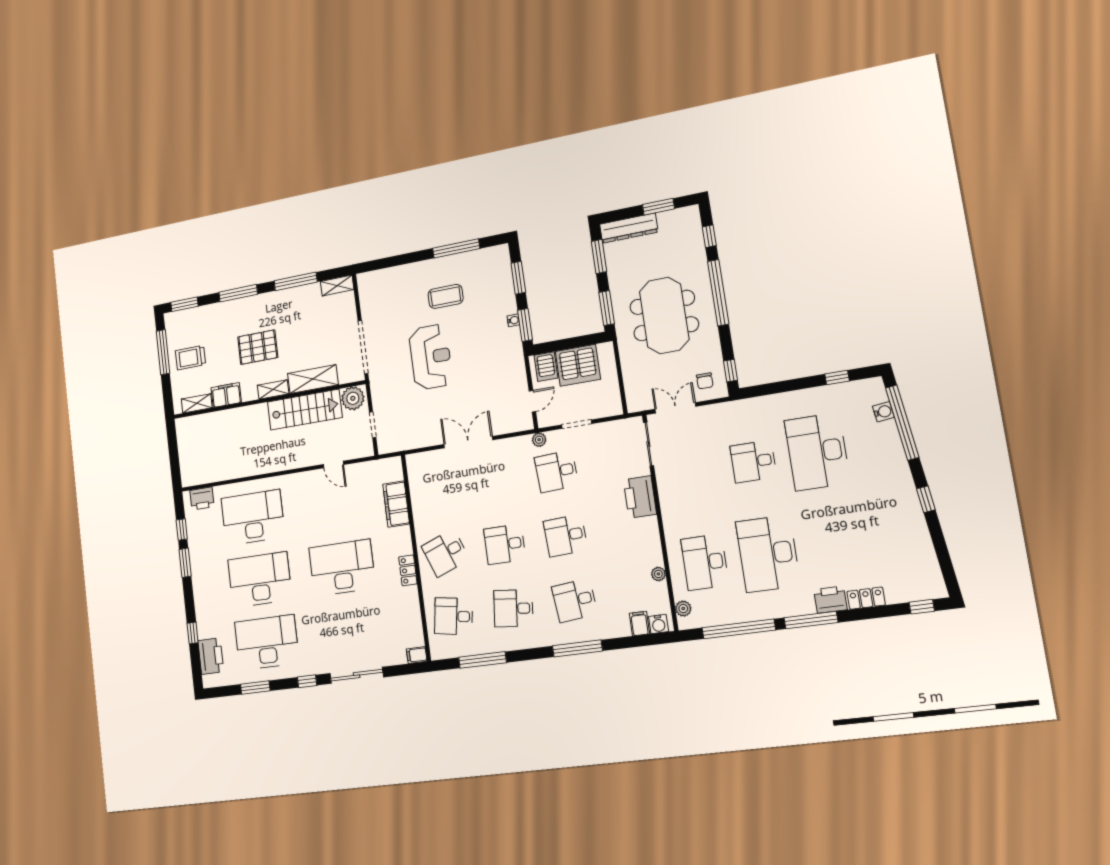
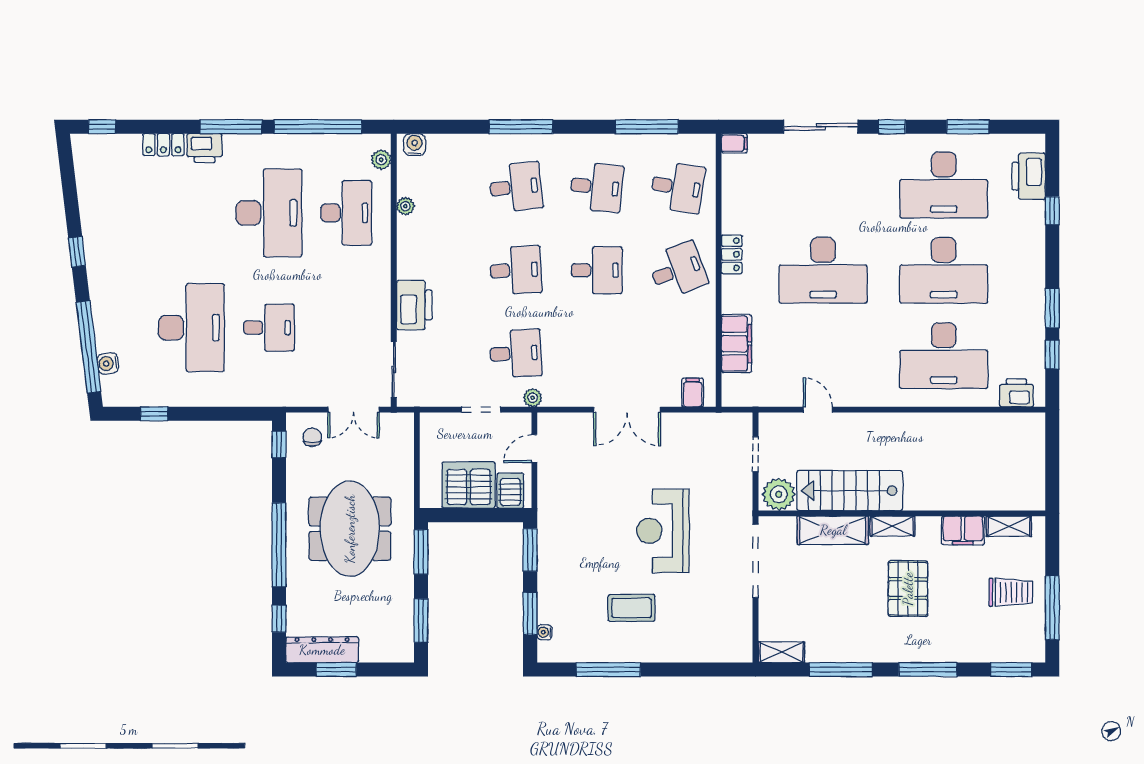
dresser: (629, 228) -> (322, 650), moved
water cooler: (513, 320) -> (545, 632), moved
pallet: (258, 347) -> (908, 589), turned 90
filing cabinet: (639, 624) -> (693, 392), moved, turned 180

